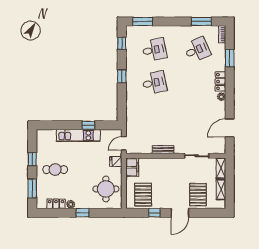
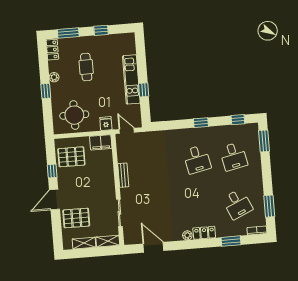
cafe table: (55, 170) -> (86, 67), moved
locker: (56, 204) -> (52, 50), moved
door: (180, 213) -> (54, 200), hinge flipped

